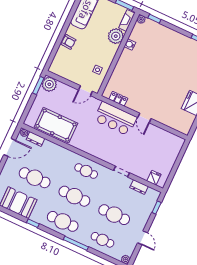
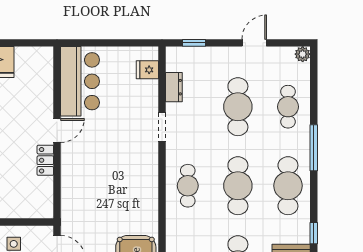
locker: (118, 99) -> (45, 160), moved
bar counter: (115, 119) -> (80, 81), moved

